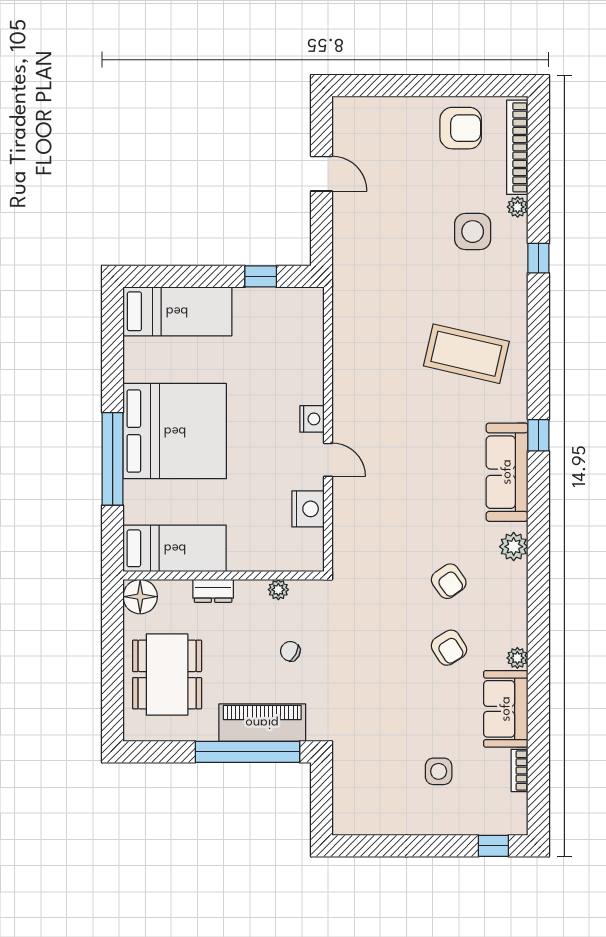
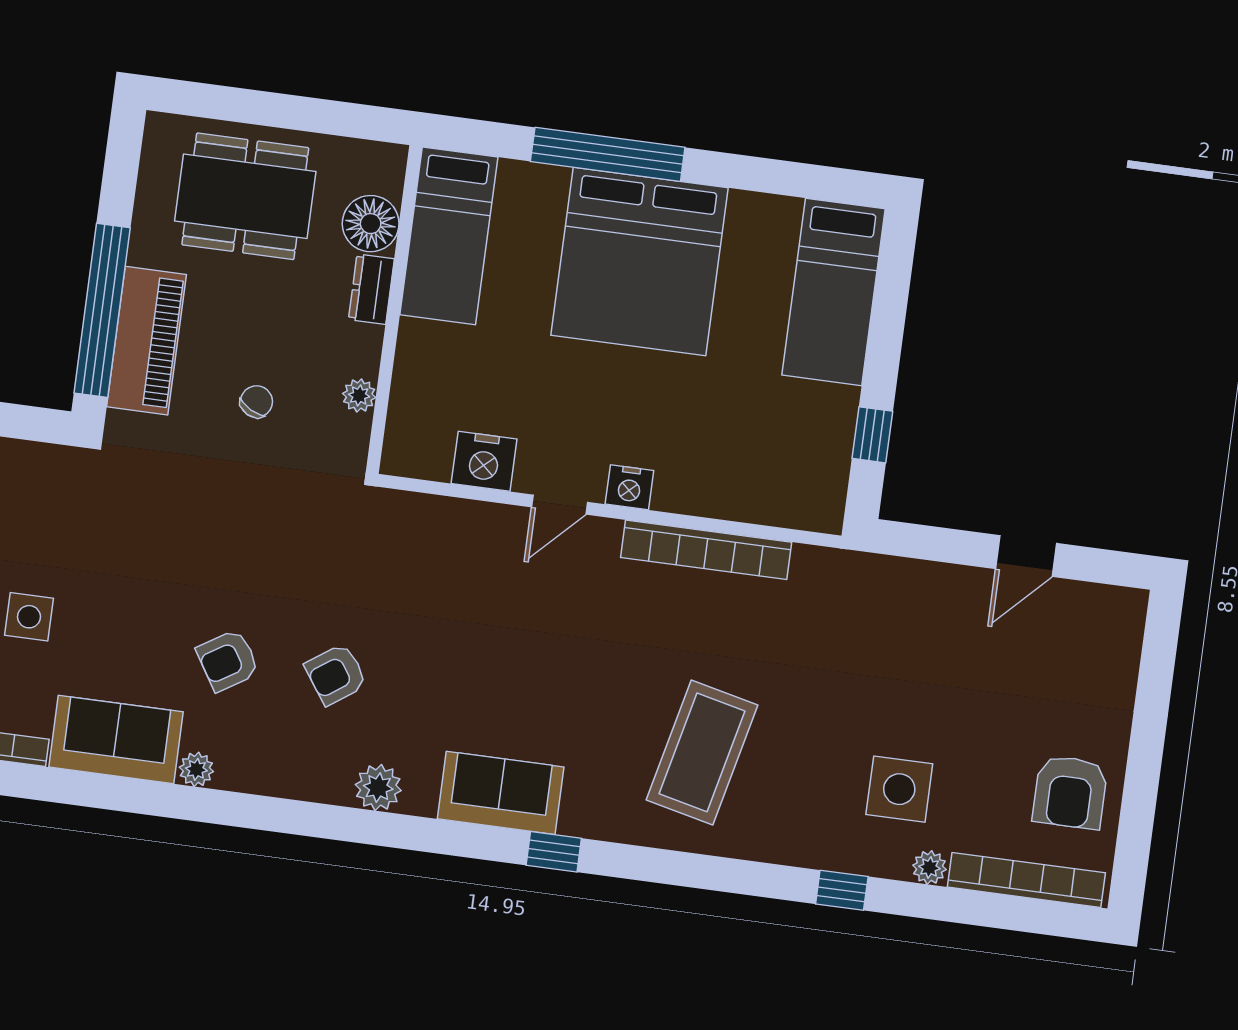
bookcase: (344, 368) -> (706, 550), added
sofa: (507, 472) -> (501, 793), width x0.73
floor lamp: (140, 597) -> (371, 224), moved

